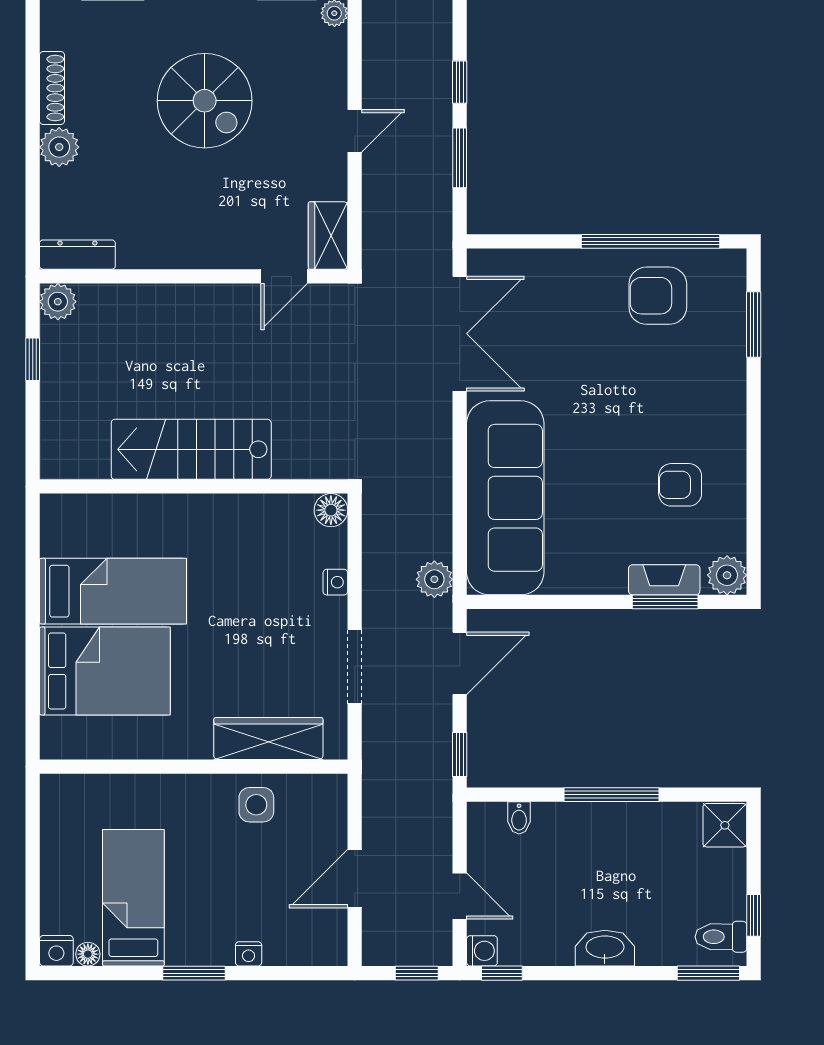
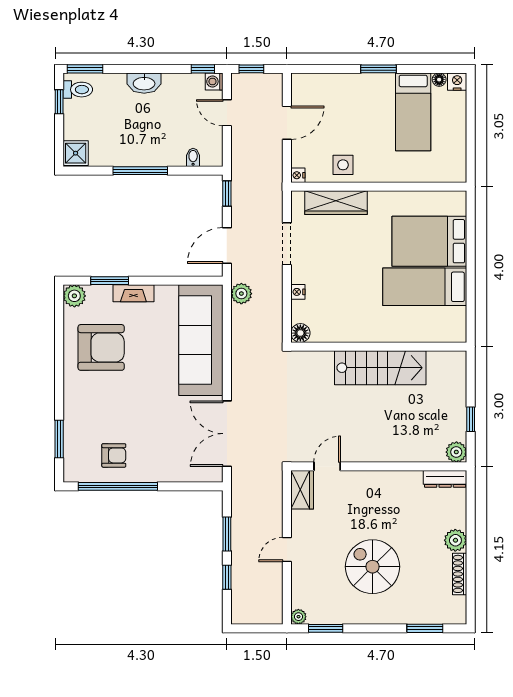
armchair: (658, 296) -> (114, 455), width x0.72, depth x0.72
armchair: (680, 485) -> (101, 347), width x1.88, depth x1.88
fireplace: (664, 580) -> (133, 293), moved
nightstand: (249, 954) -> (298, 175), moved, turned -90

